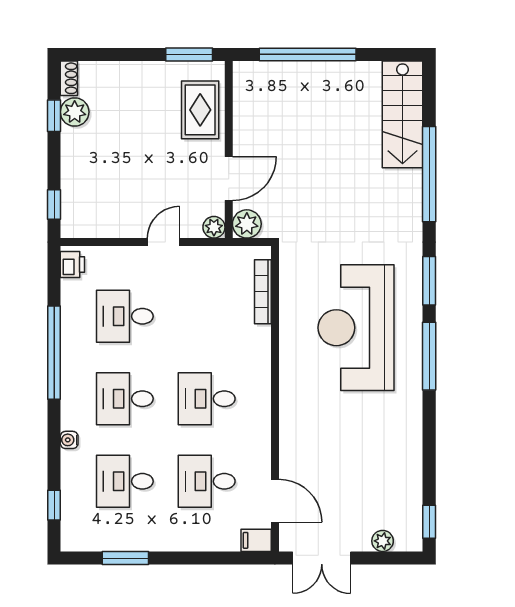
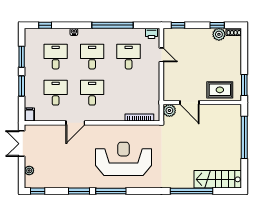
plant: (214, 227) -> (168, 96), removed
door: (163, 242) -> (161, 55), moved
window: (429, 281) -> (79, 191), moved
door: (275, 501) -> (75, 123), moved
window: (192, 558) -> (22, 86), added

